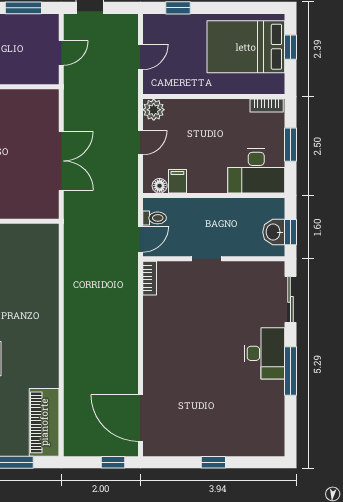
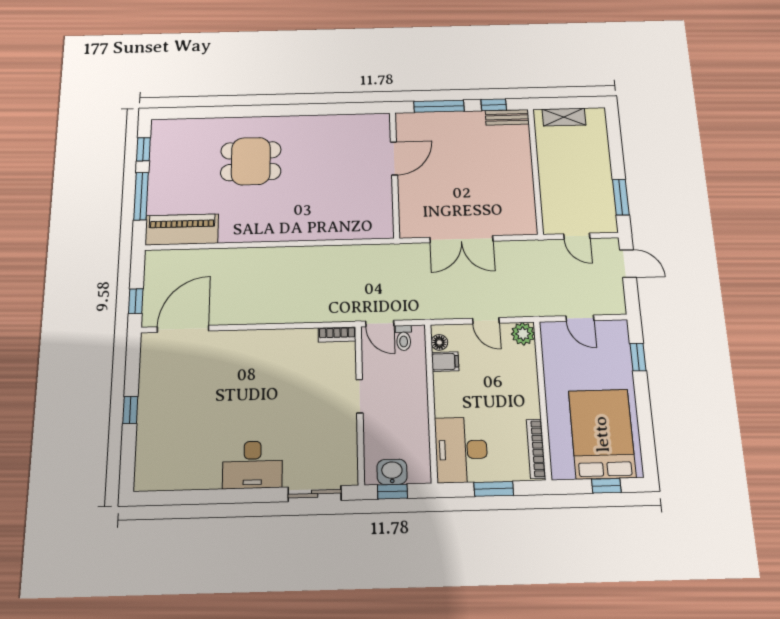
bookcase: (267, 106) -> (536, 449), width x1.56
window: (290, 371) -> (231, 496), removed

